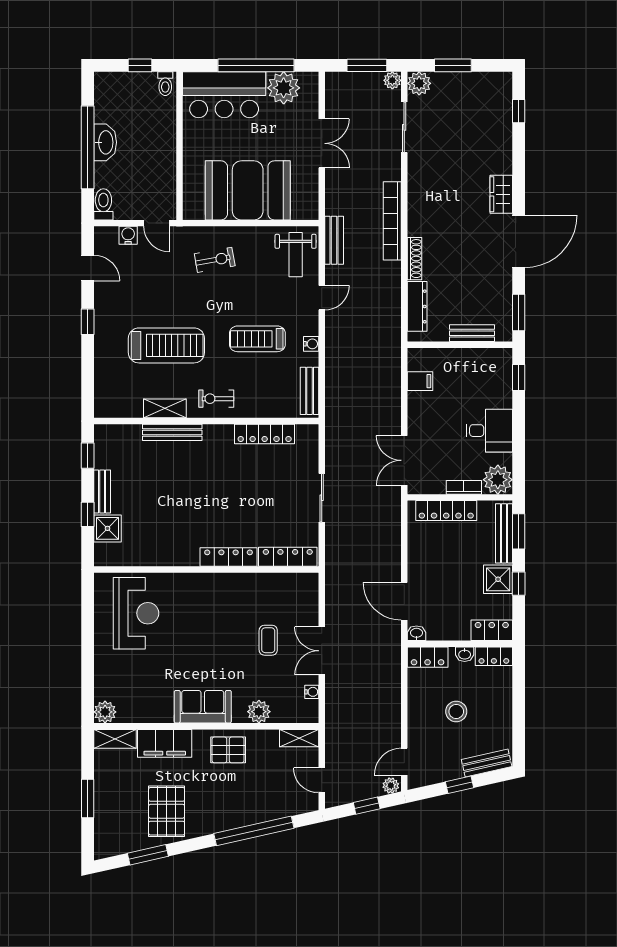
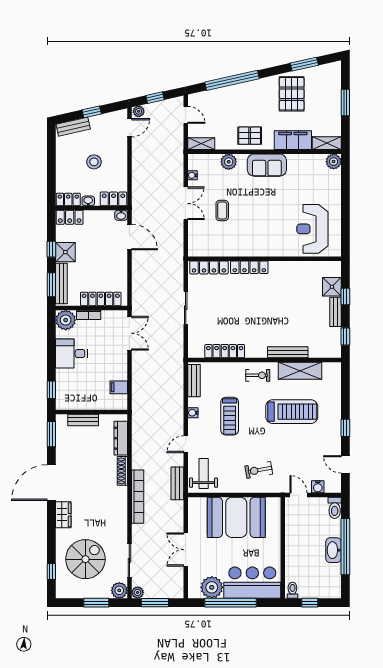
spiral stairs: (469, 129) -> (85, 559), added
treadmill: (257, 339) -> (230, 416), turned 90
treadmill: (166, 345) -> (292, 412), turned 180
shelving: (165, 408) -> (300, 371), width x1.50, depth x1.33

